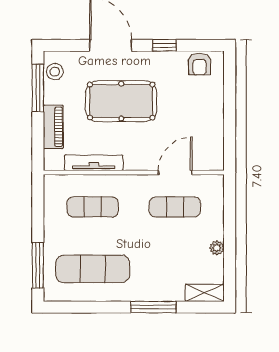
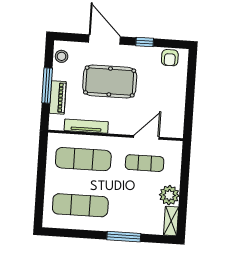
window: (38, 88) -> (47, 85), moved
exercise mat: (93, 207) -> (83, 159), width x1.36, depth x1.45
plant: (217, 248) -> (169, 195), width x1.88, depth x1.88
window: (38, 265) -> (40, 200), removed
shelving: (205, 293) -> (171, 221), moved, turned 90

